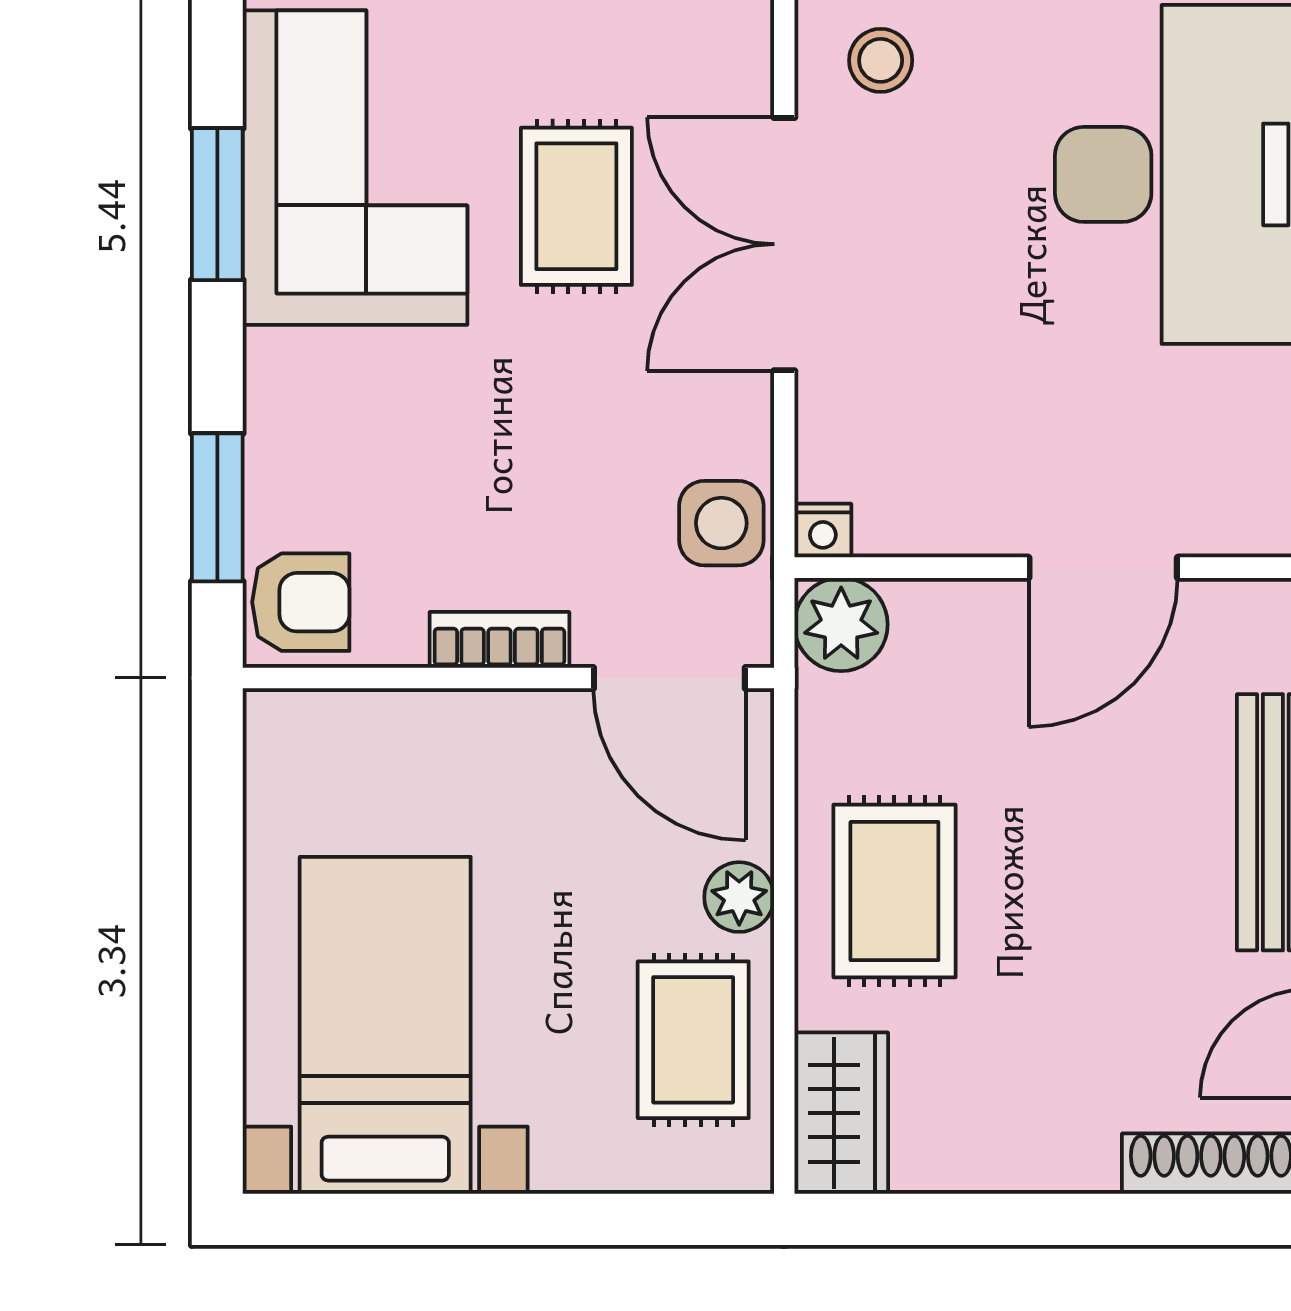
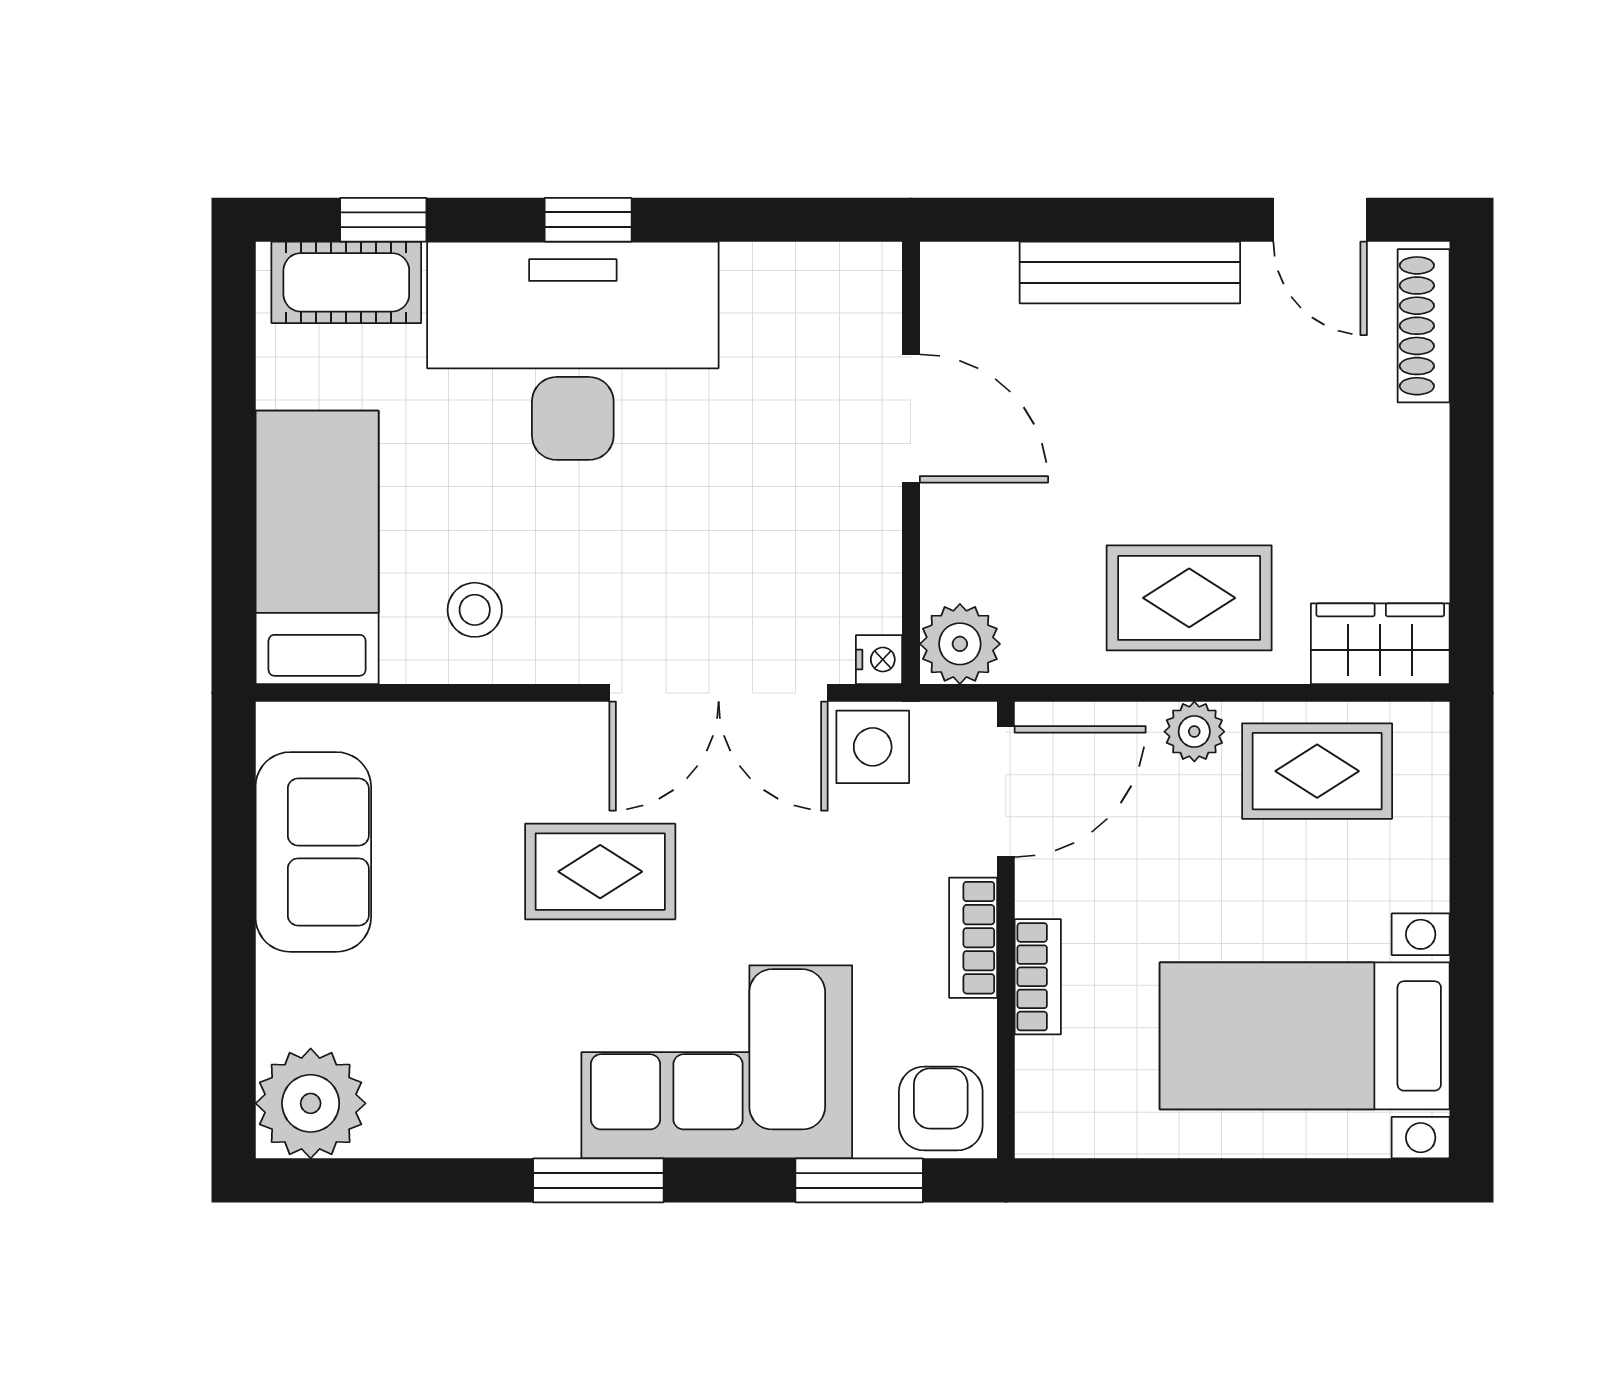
corner sofa: (355, 168) -> (717, 1062), moved
double door: (784, 244) -> (719, 693), moved
bookcase: (454, 715) -> (1038, 977), added

